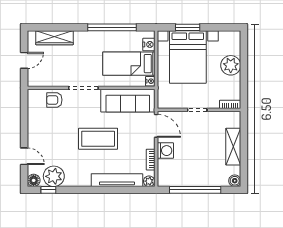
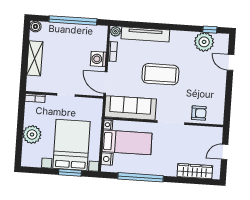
floor lamp: (34, 180) -> (223, 39), removed

